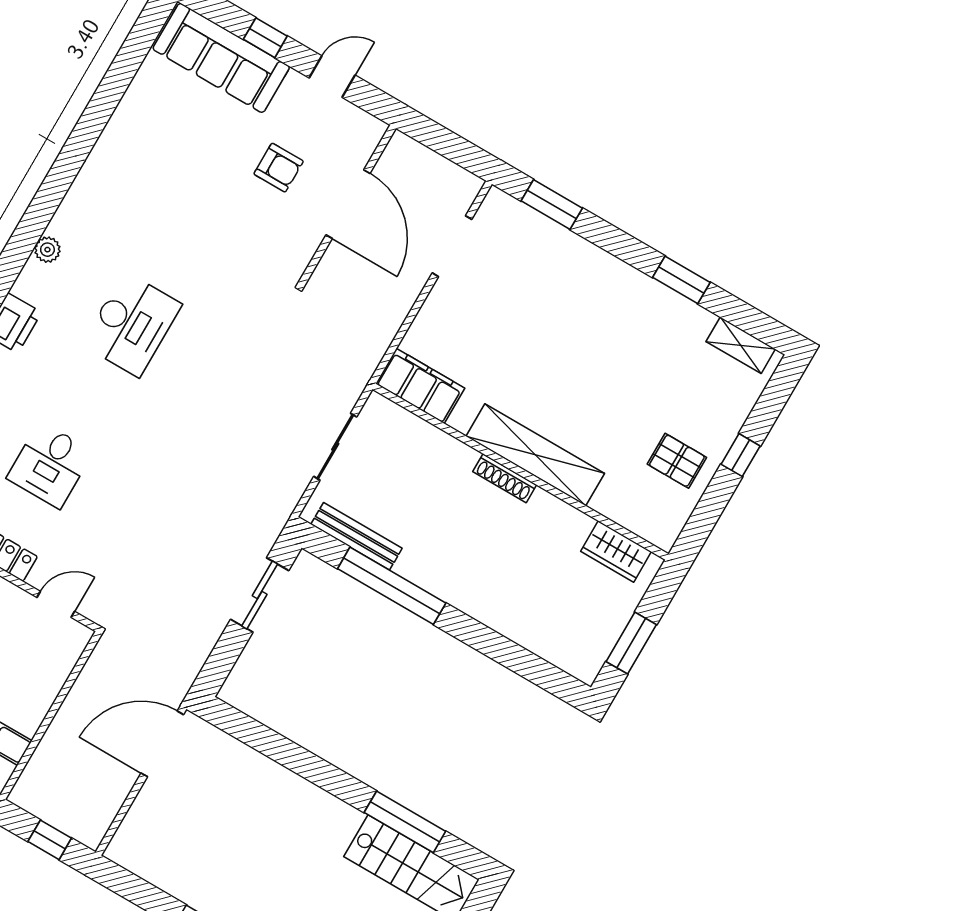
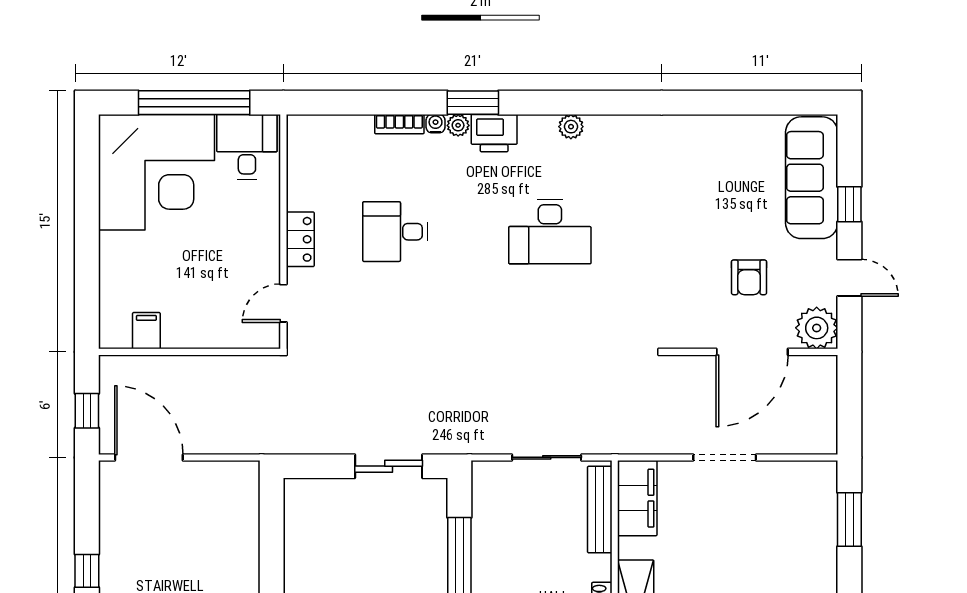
plant: (360, 133) -> (817, 328), added
doorway: (452, 246) -> (725, 457), moved
bench: (356, 536) -> (600, 510), moved
door: (56, 604) -> (283, 303), swing flipped
door: (162, 744) -> (149, 457), moved

